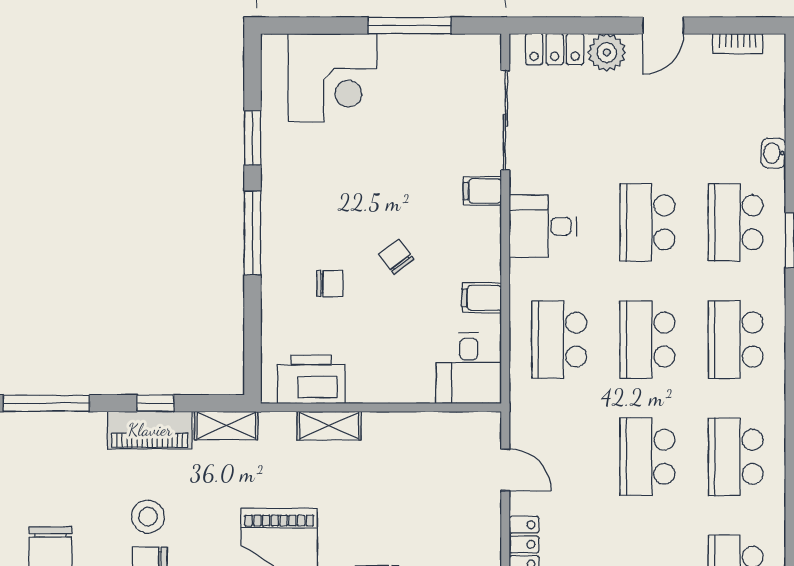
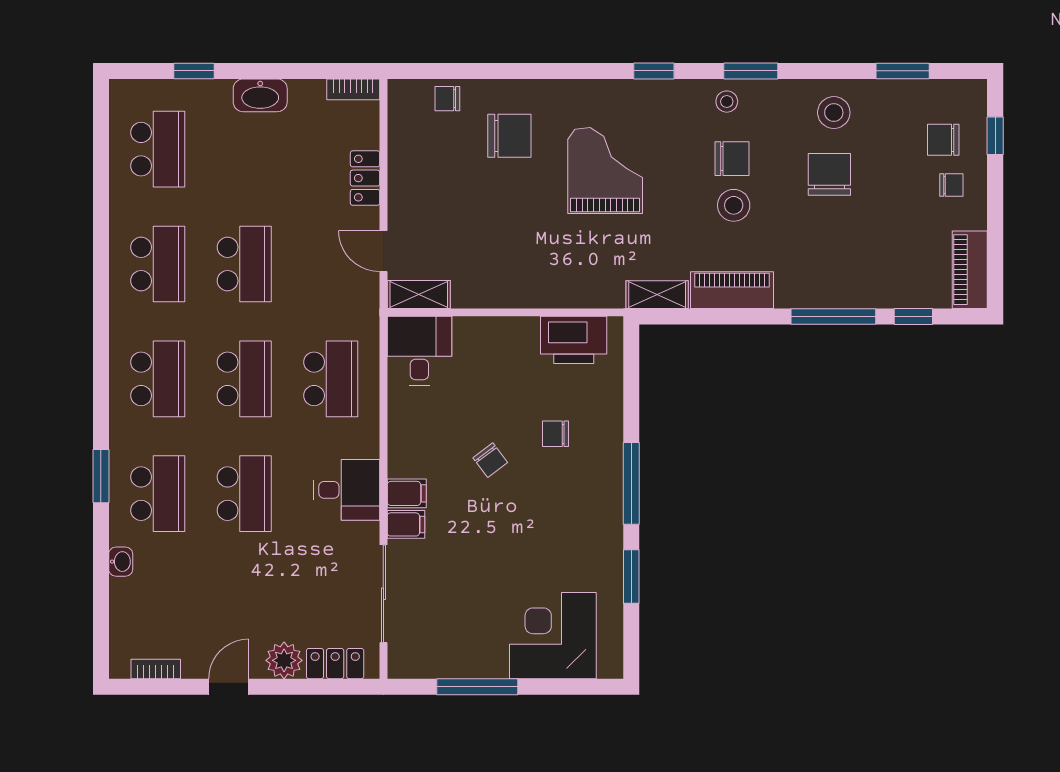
filing cabinet: (482, 298) -> (407, 493), moved
window: (156, 403) -> (726, 317), removed
shelving: (329, 426) -> (419, 294), moved

